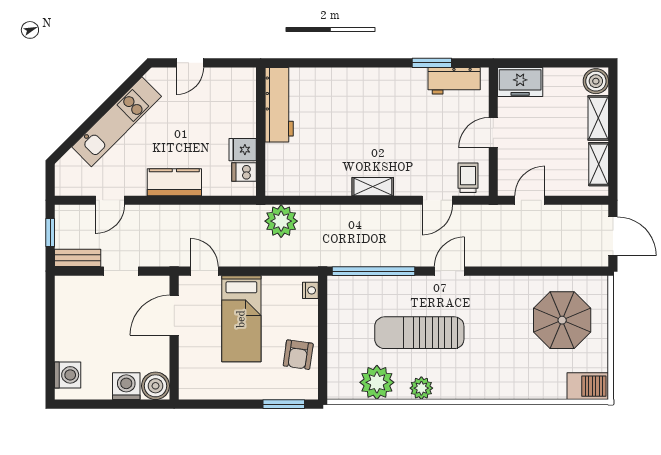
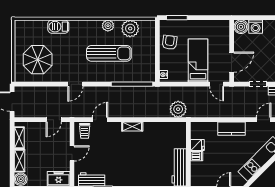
dishwasher: (244, 172) -> (197, 156), moved
door: (449, 271) -> (75, 84), moved
barbecue: (588, 386) -> (58, 27), moved

